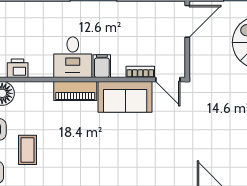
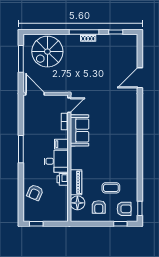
armchair: (20, 21) -> (35, 192), added
printer: (18, 68) -> (63, 179), moved
piano: (75, 91) -> (76, 182), moved

